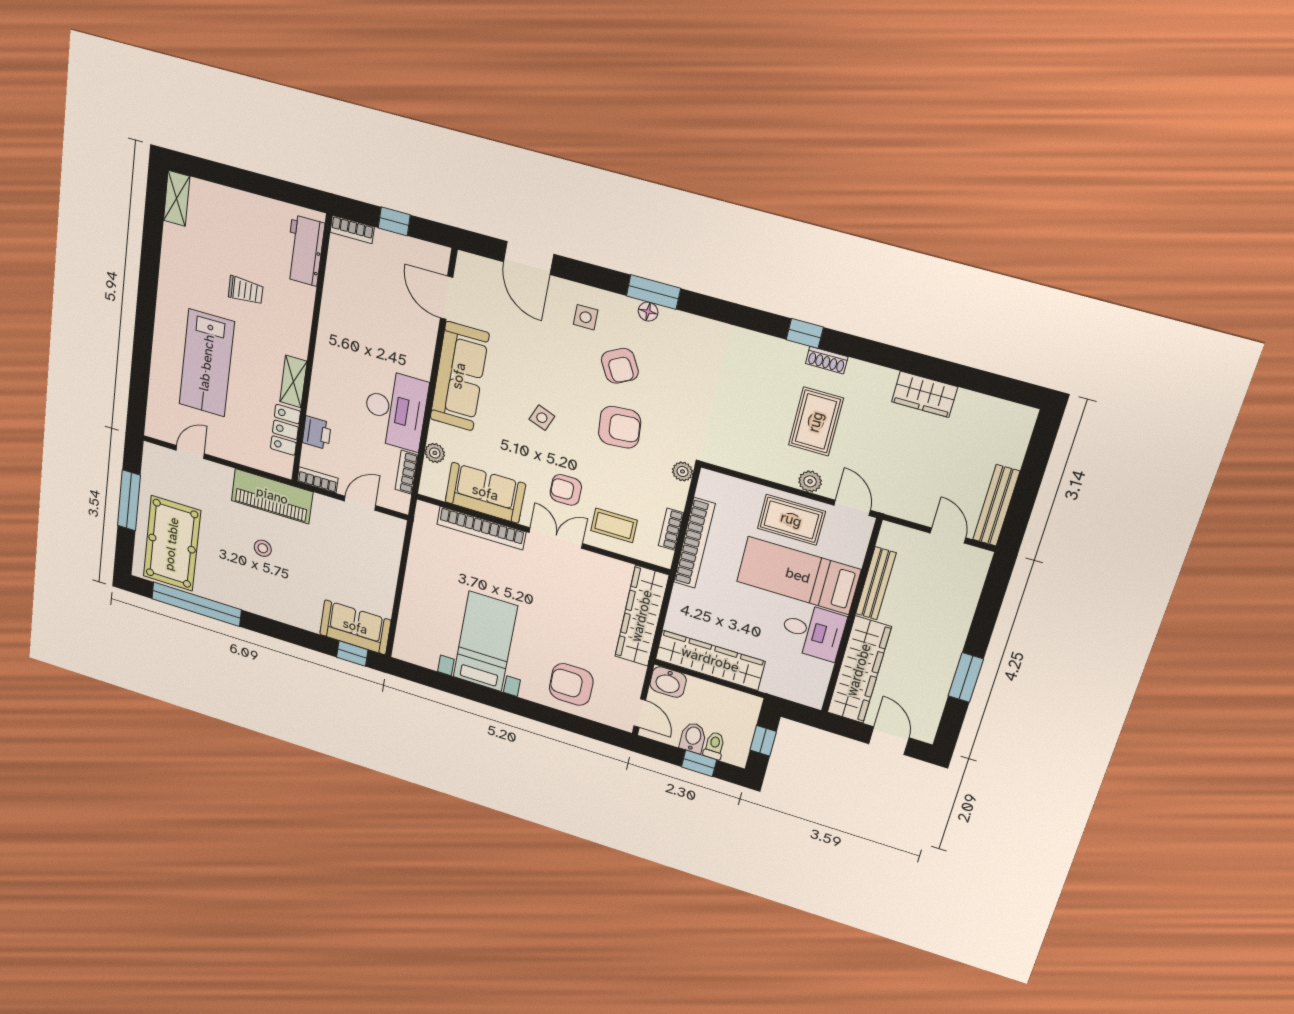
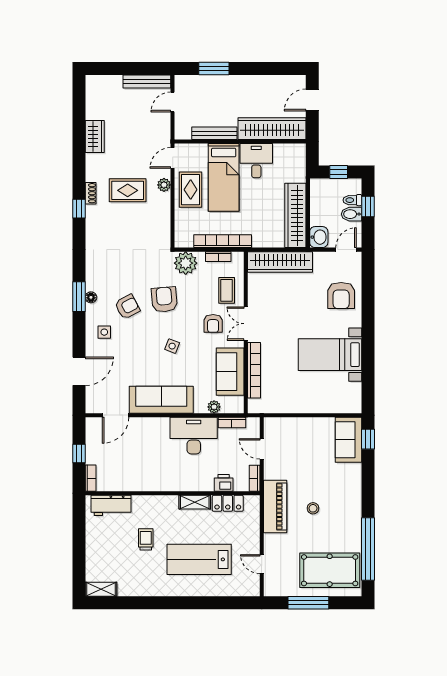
lab bench: (207, 363) -> (199, 559), turned 180
plant: (683, 471) -> (186, 263), width x1.87, depth x1.87
window: (966, 677) -> (214, 69), moved

